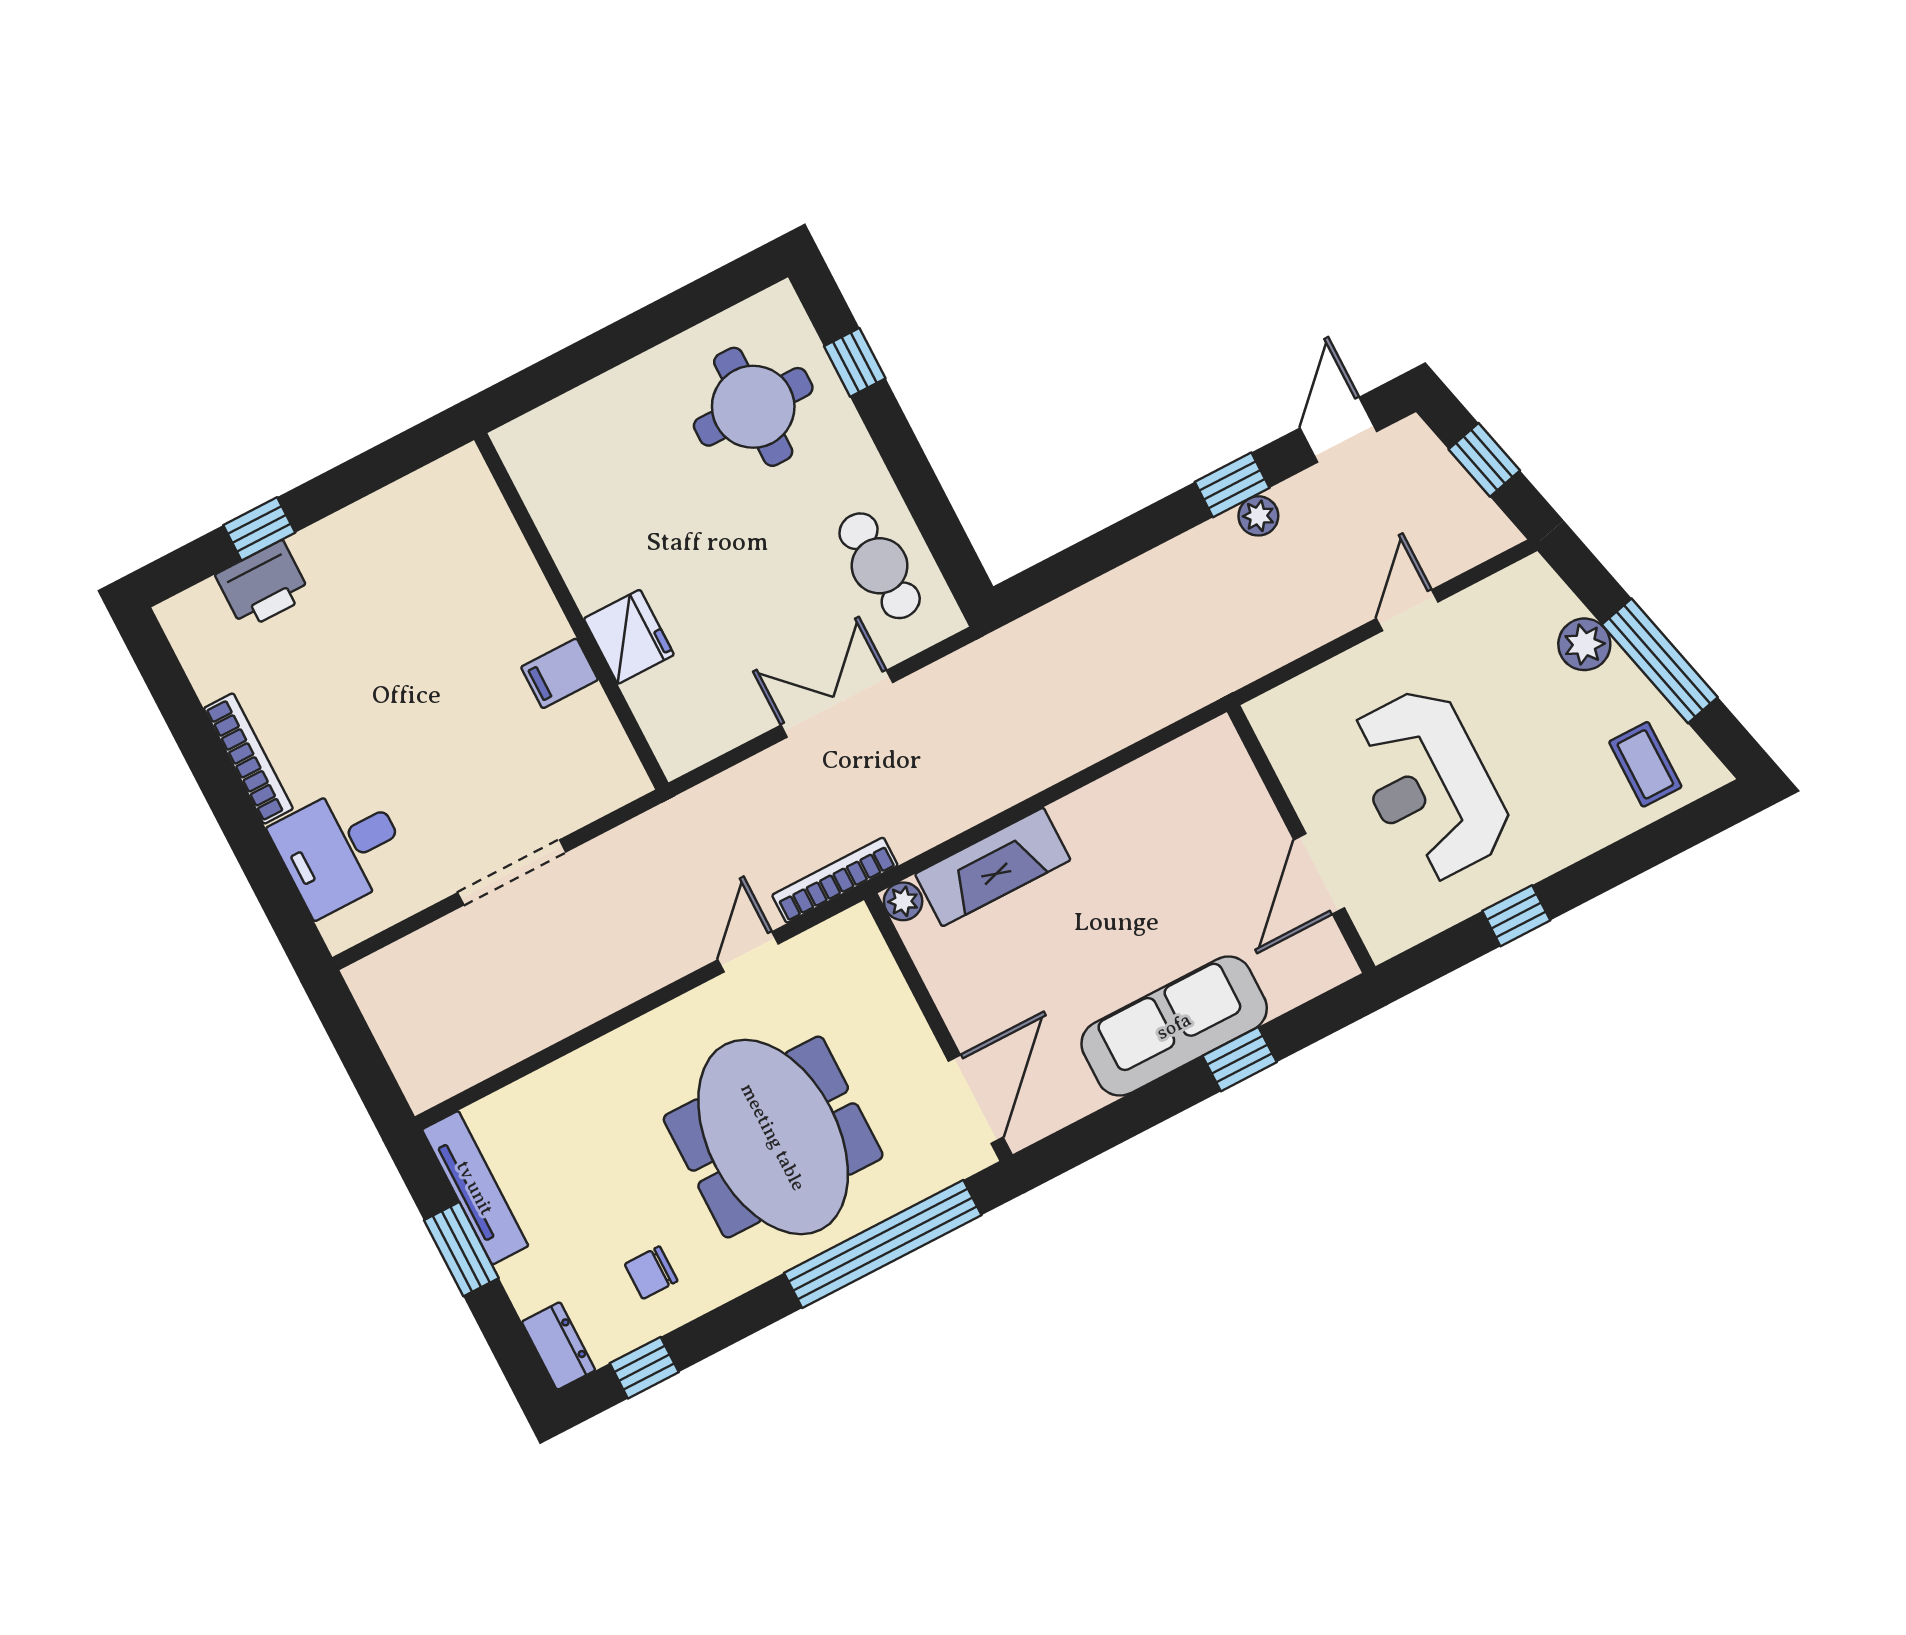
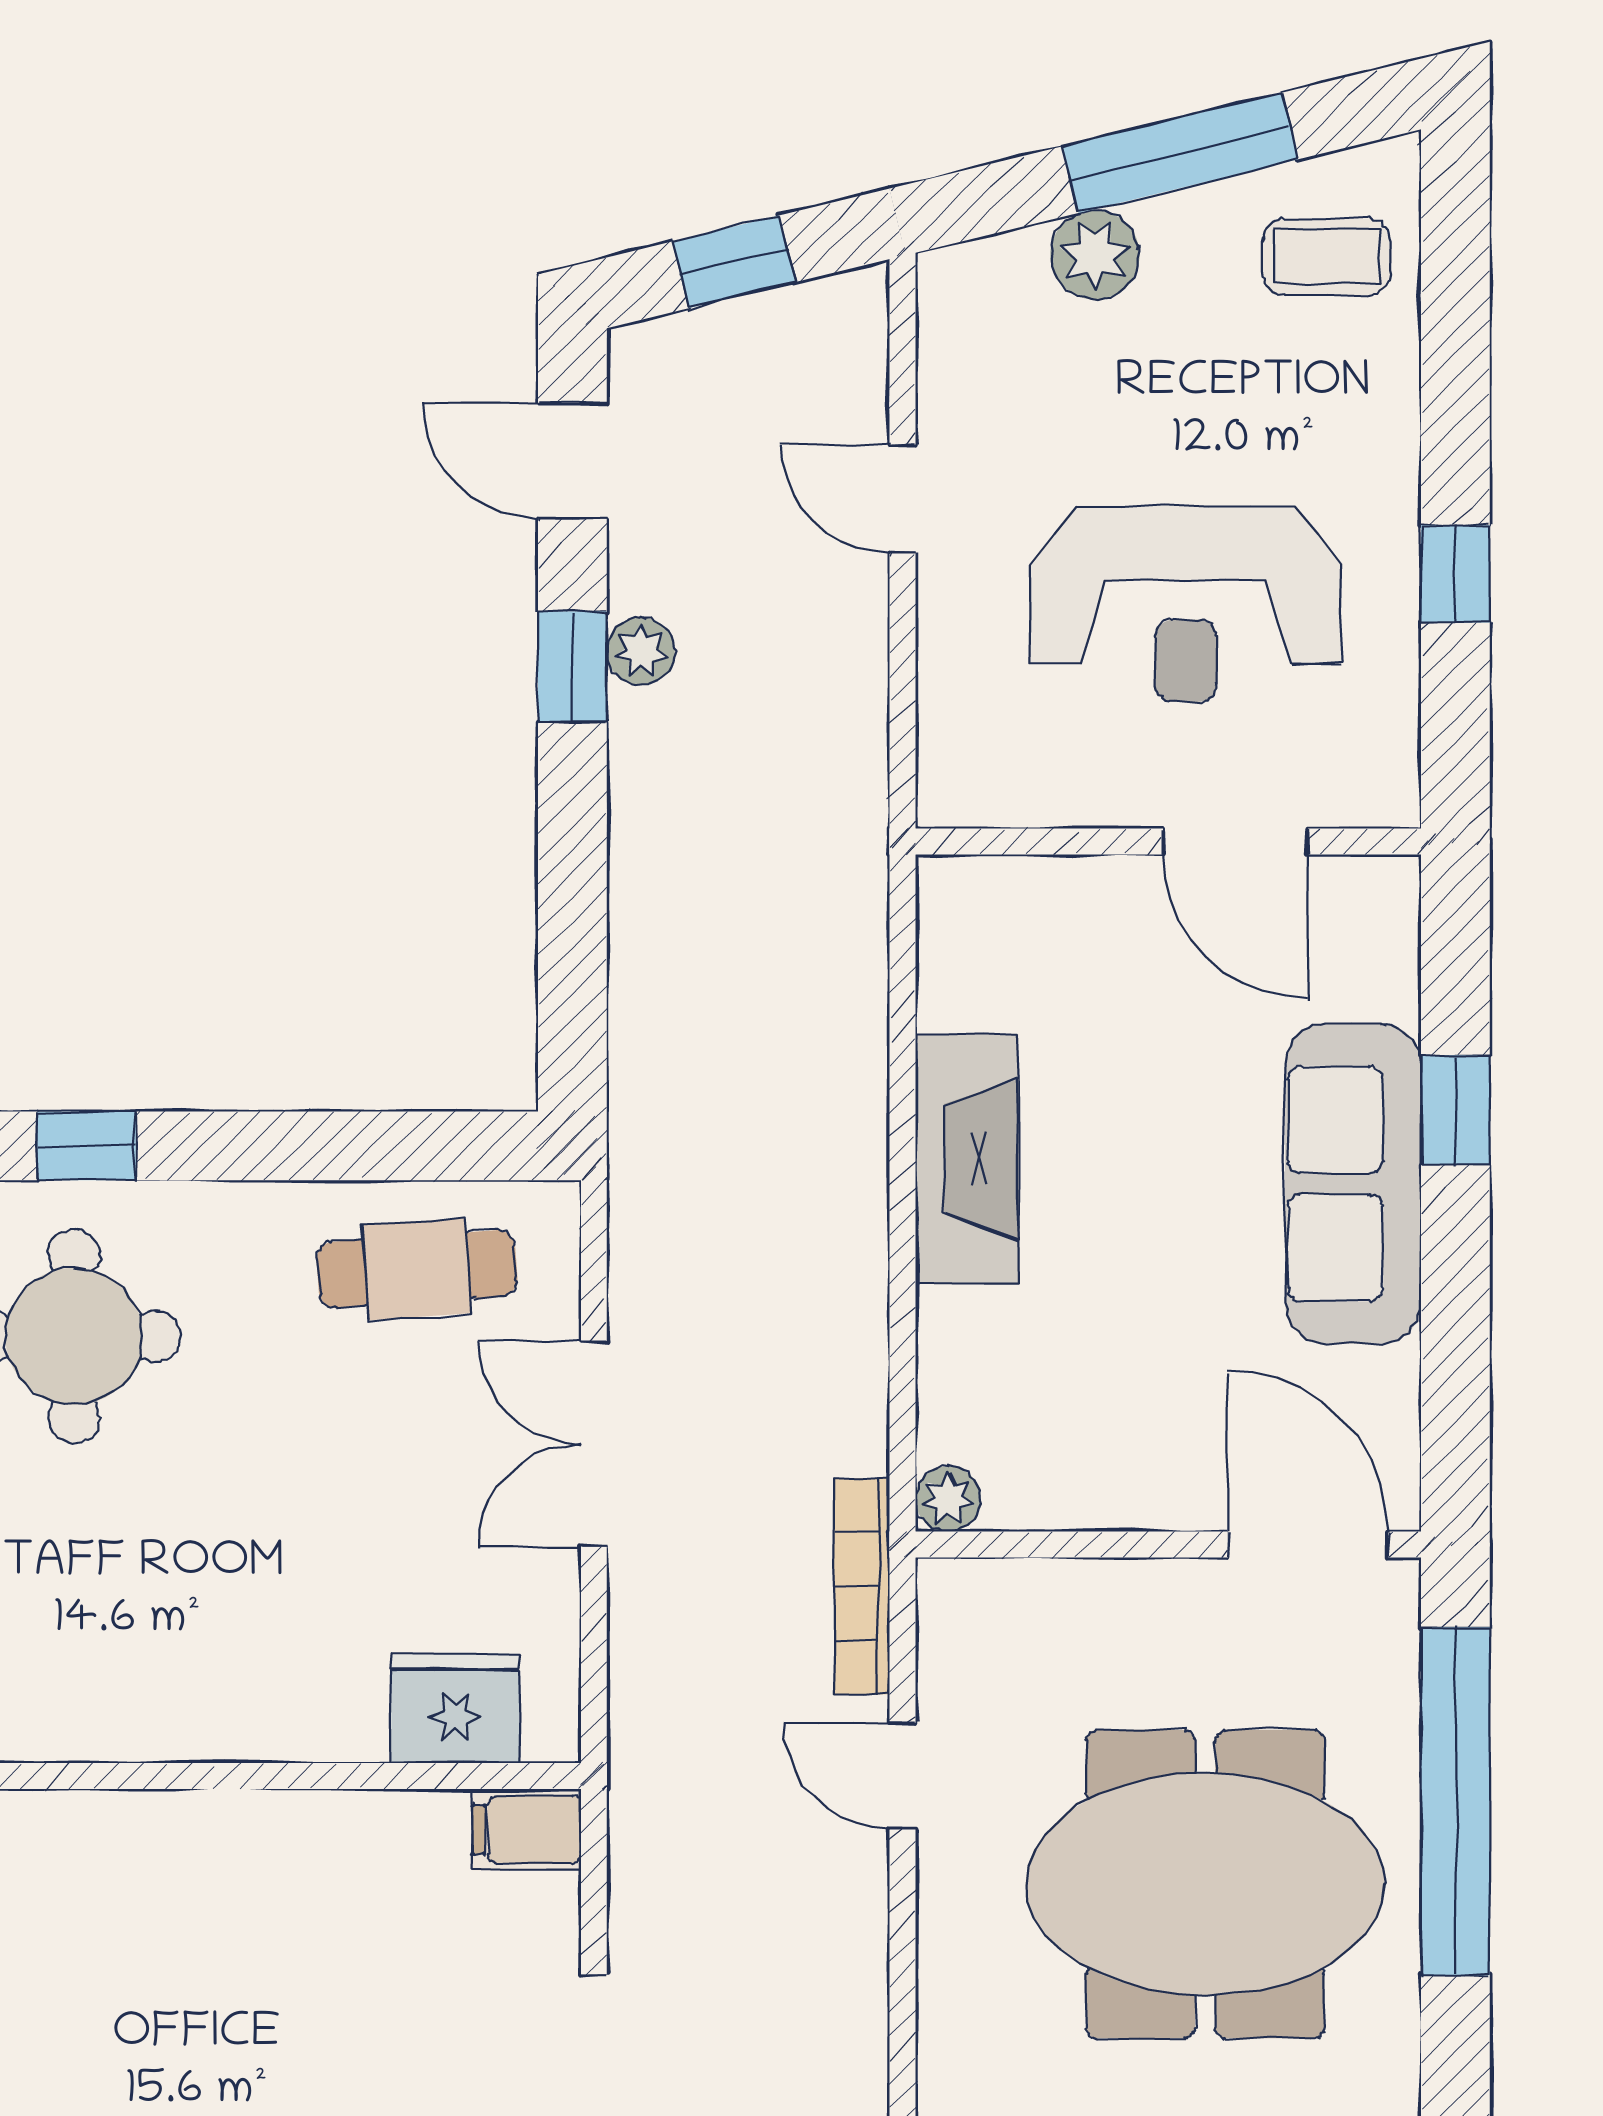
fridge: (629, 637) -> (455, 1708), moved
filing cabinet: (560, 673) -> (527, 1830), moved, turned 90
fireplace: (993, 867) -> (967, 1159), moved

